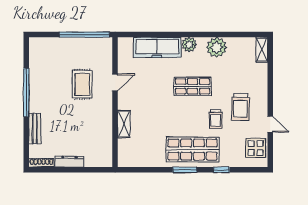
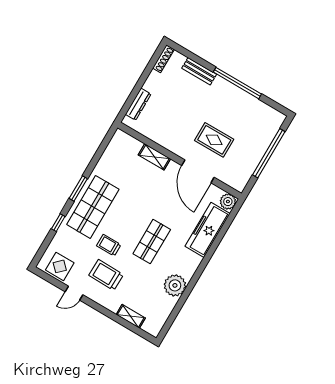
window: (84, 35) -> (269, 153), moved
plant: (189, 44) -> (228, 202), moved
shelving: (262, 50) -> (131, 316), moved
door: (115, 83) -> (198, 171), width x1.88
dresser: (69, 162) -> (138, 104), moved

